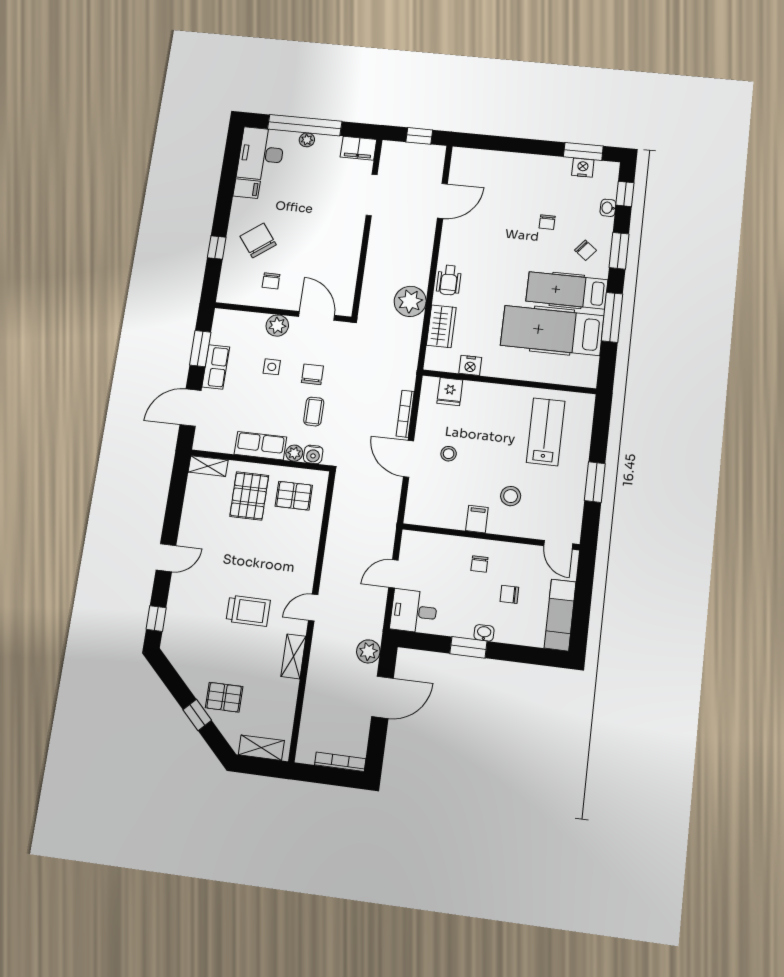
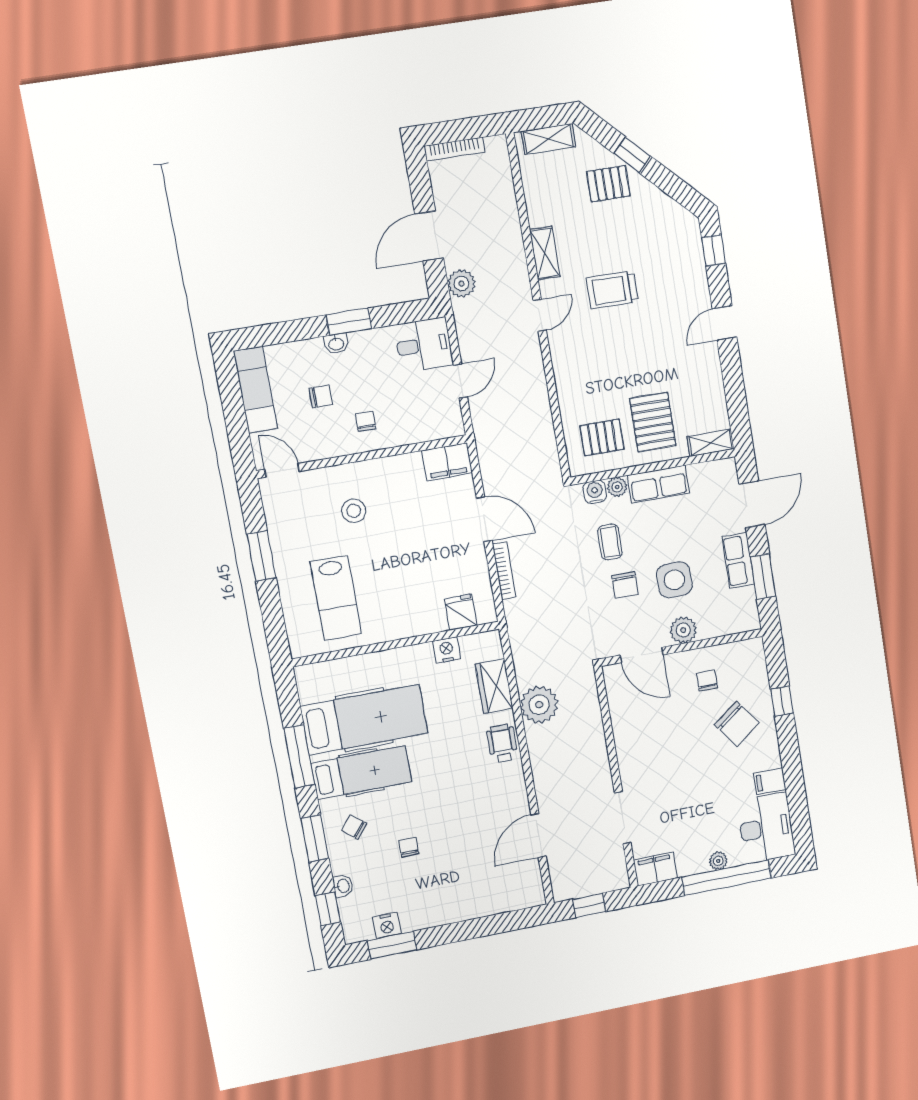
side table: (272, 367) -> (674, 580), width x1.87, depth x1.87
stool: (449, 454) -> (440, 539), removed
filing cabinet: (477, 519) -> (447, 462), moved, width x2.00

